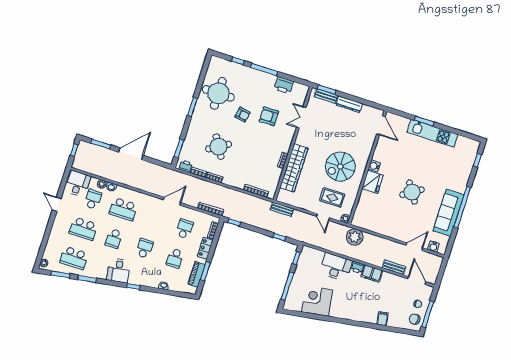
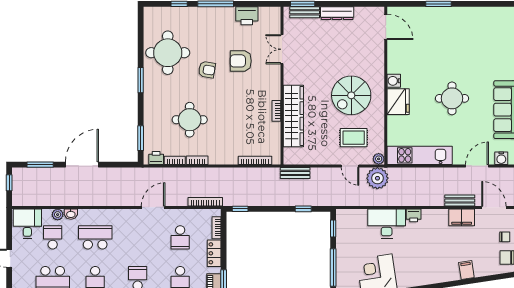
kitchen unit: (432, 133) -> (420, 155), moved, turned 180
round table: (219, 147) -> (190, 120), turned 31
round table: (412, 192) -> (452, 98), turned 33
school desk: (123, 209) -> (95, 237), turned 180
school desk: (184, 229) -> (180, 237), turned 180
plant: (355, 237) -> (377, 178), moved
filing cabinet: (372, 274) -> (462, 217), moved

